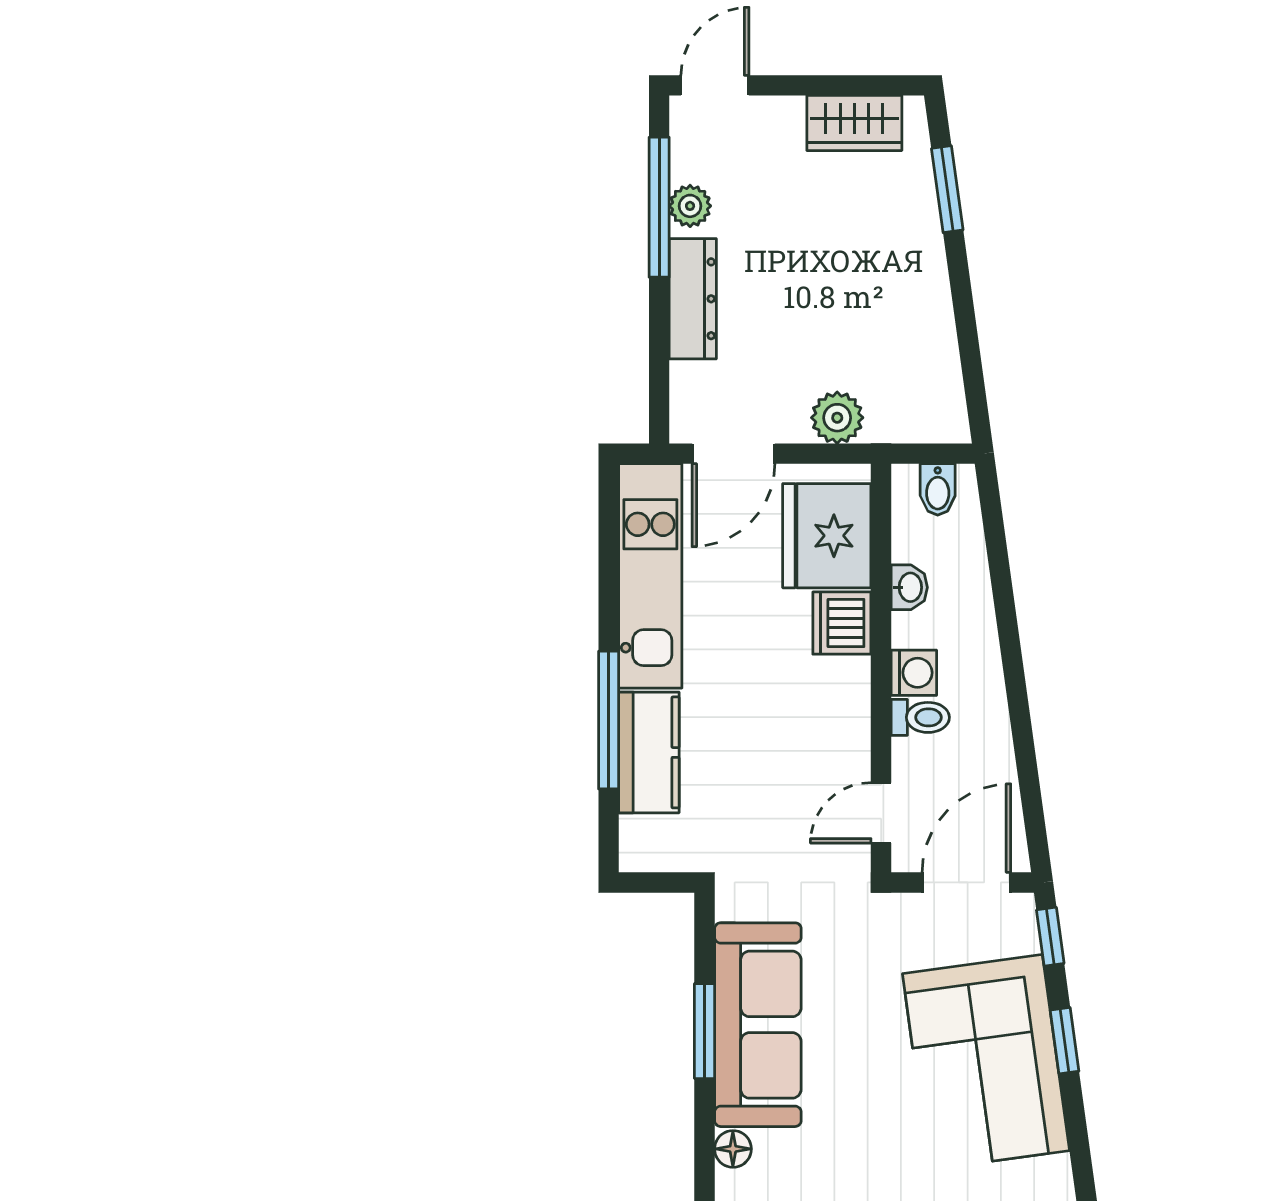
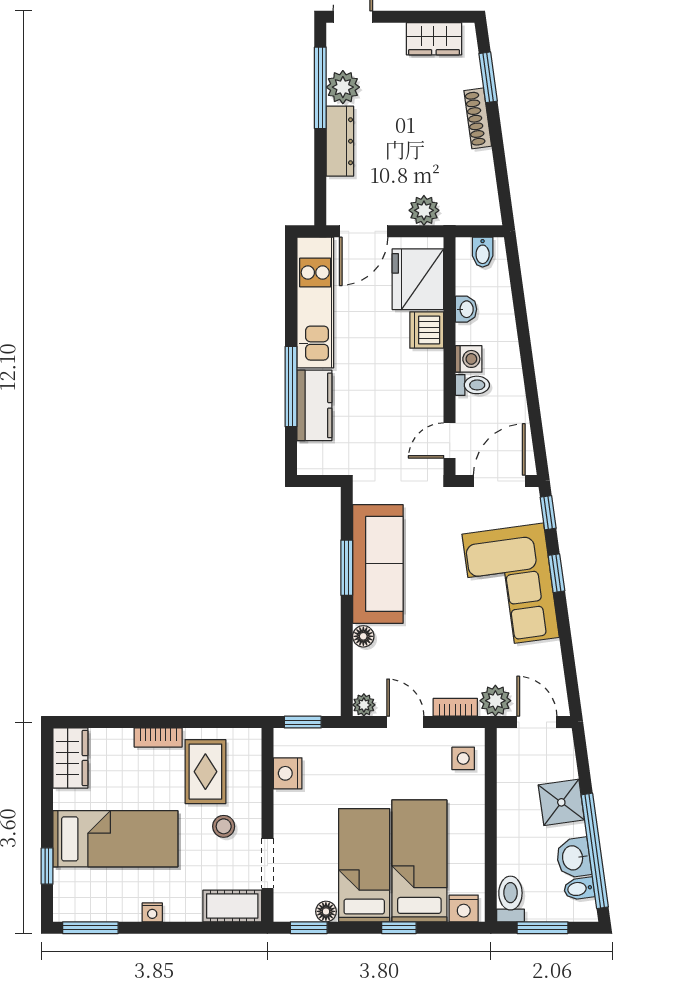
plant: (690, 206) -> (343, 87), width x1.38, depth x1.38
shoe rack: (929, 260) -> (478, 118), added

